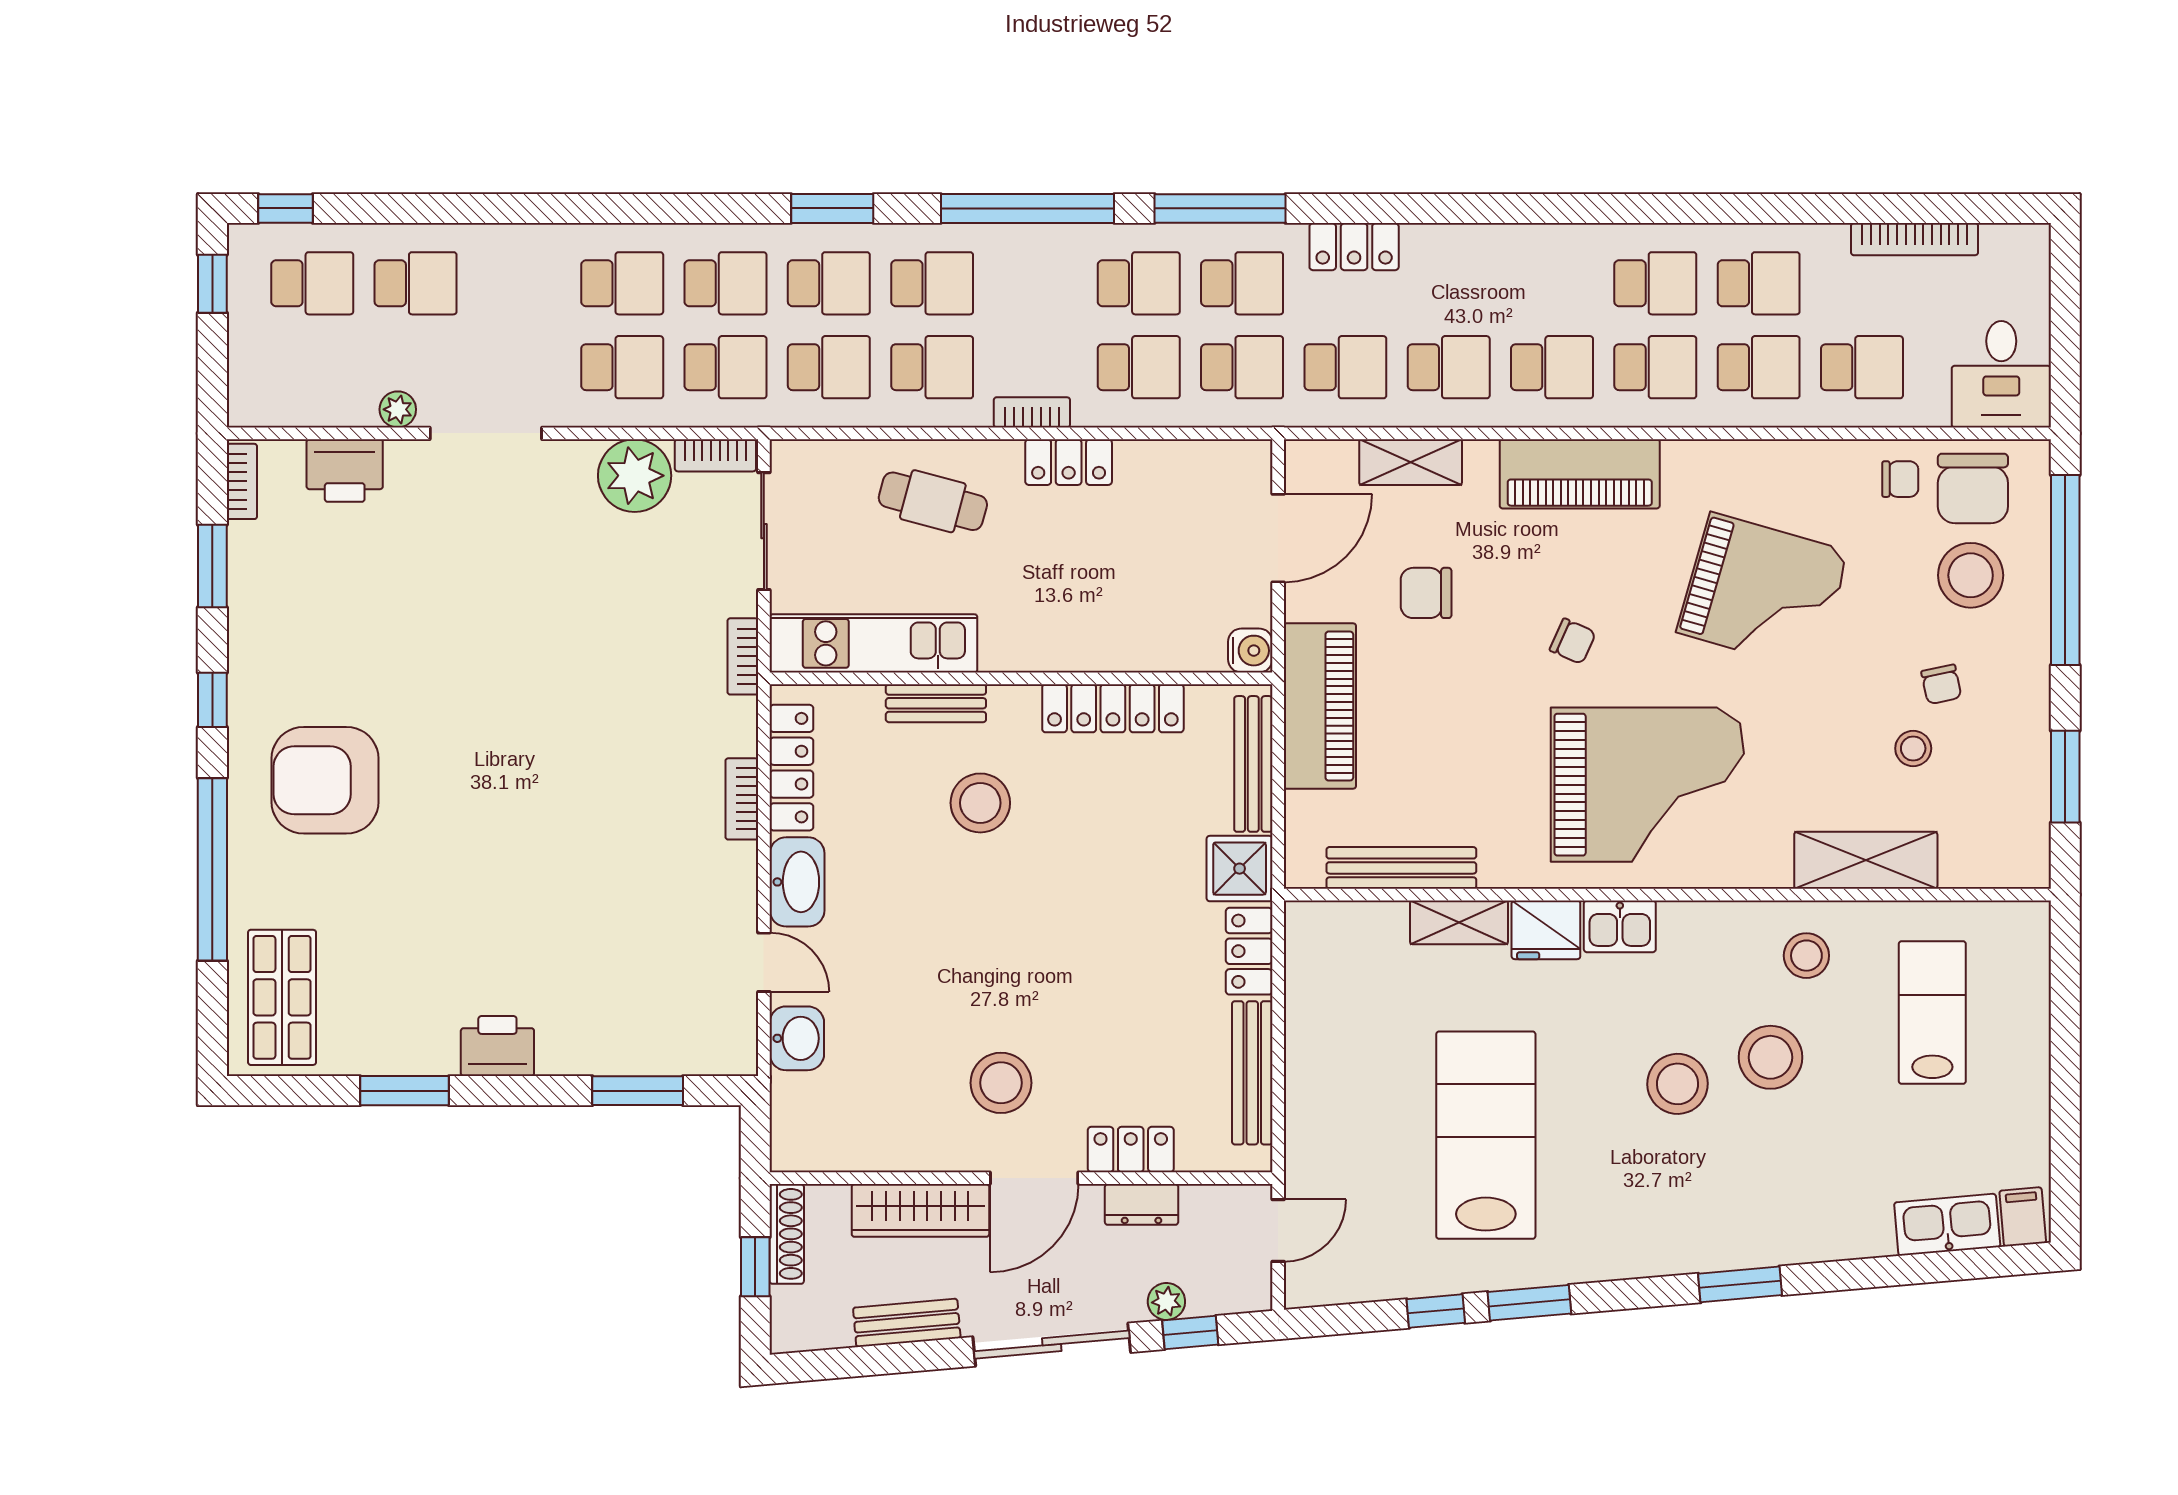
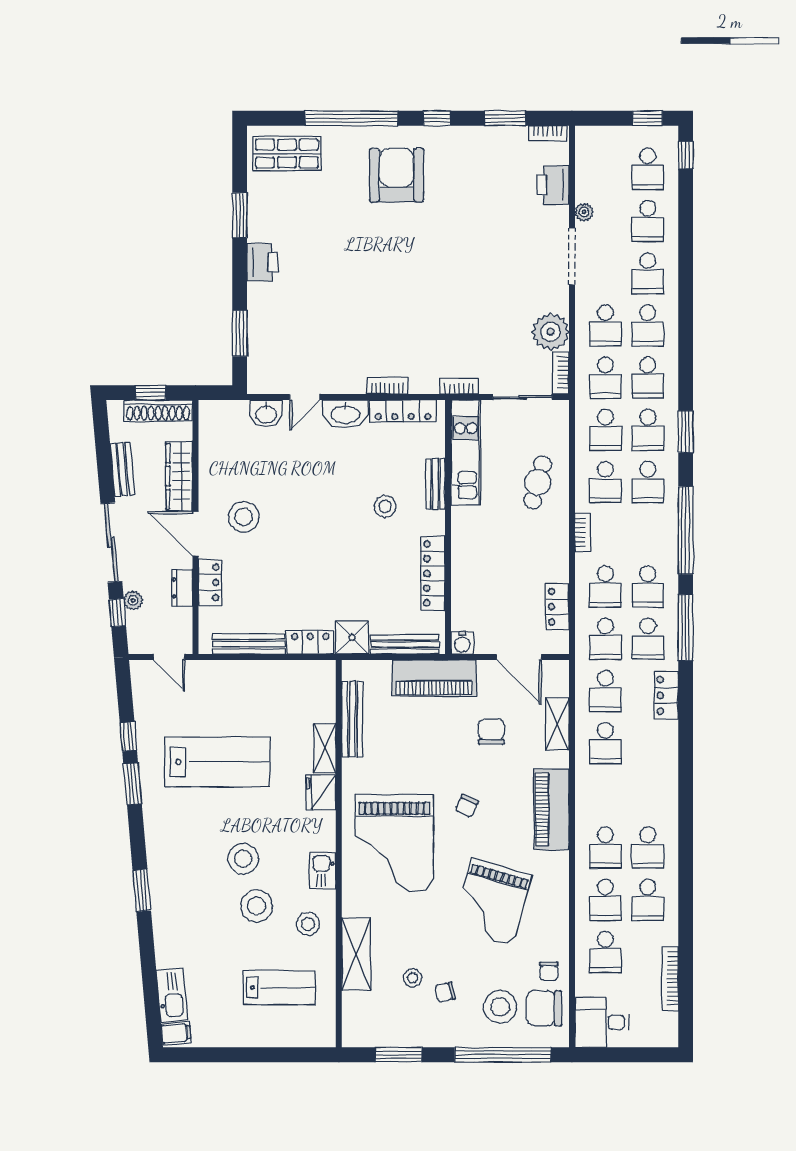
school desk: (1552, 367) -> (648, 273), moved
locker: (1069, 462) -> (557, 607), moved
stool: (980, 803) -> (385, 506), width x0.73, depth x0.73
kitchen sink: (1620, 926) -> (323, 871), moved
shoe rack: (787, 1234) -> (158, 411), width x1.36, depth x1.24

